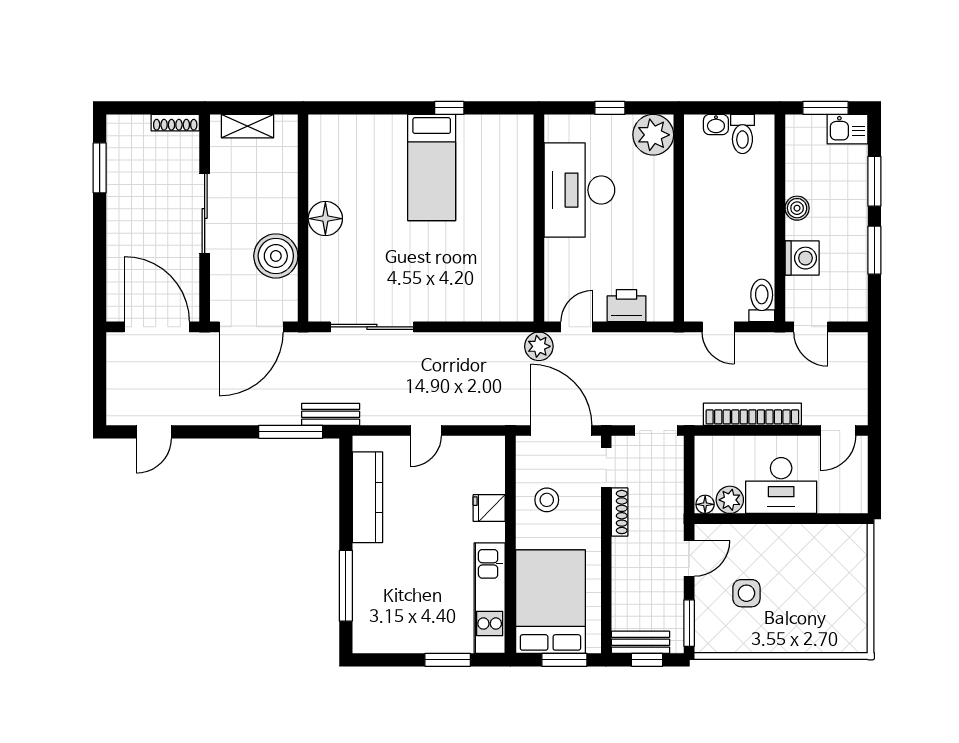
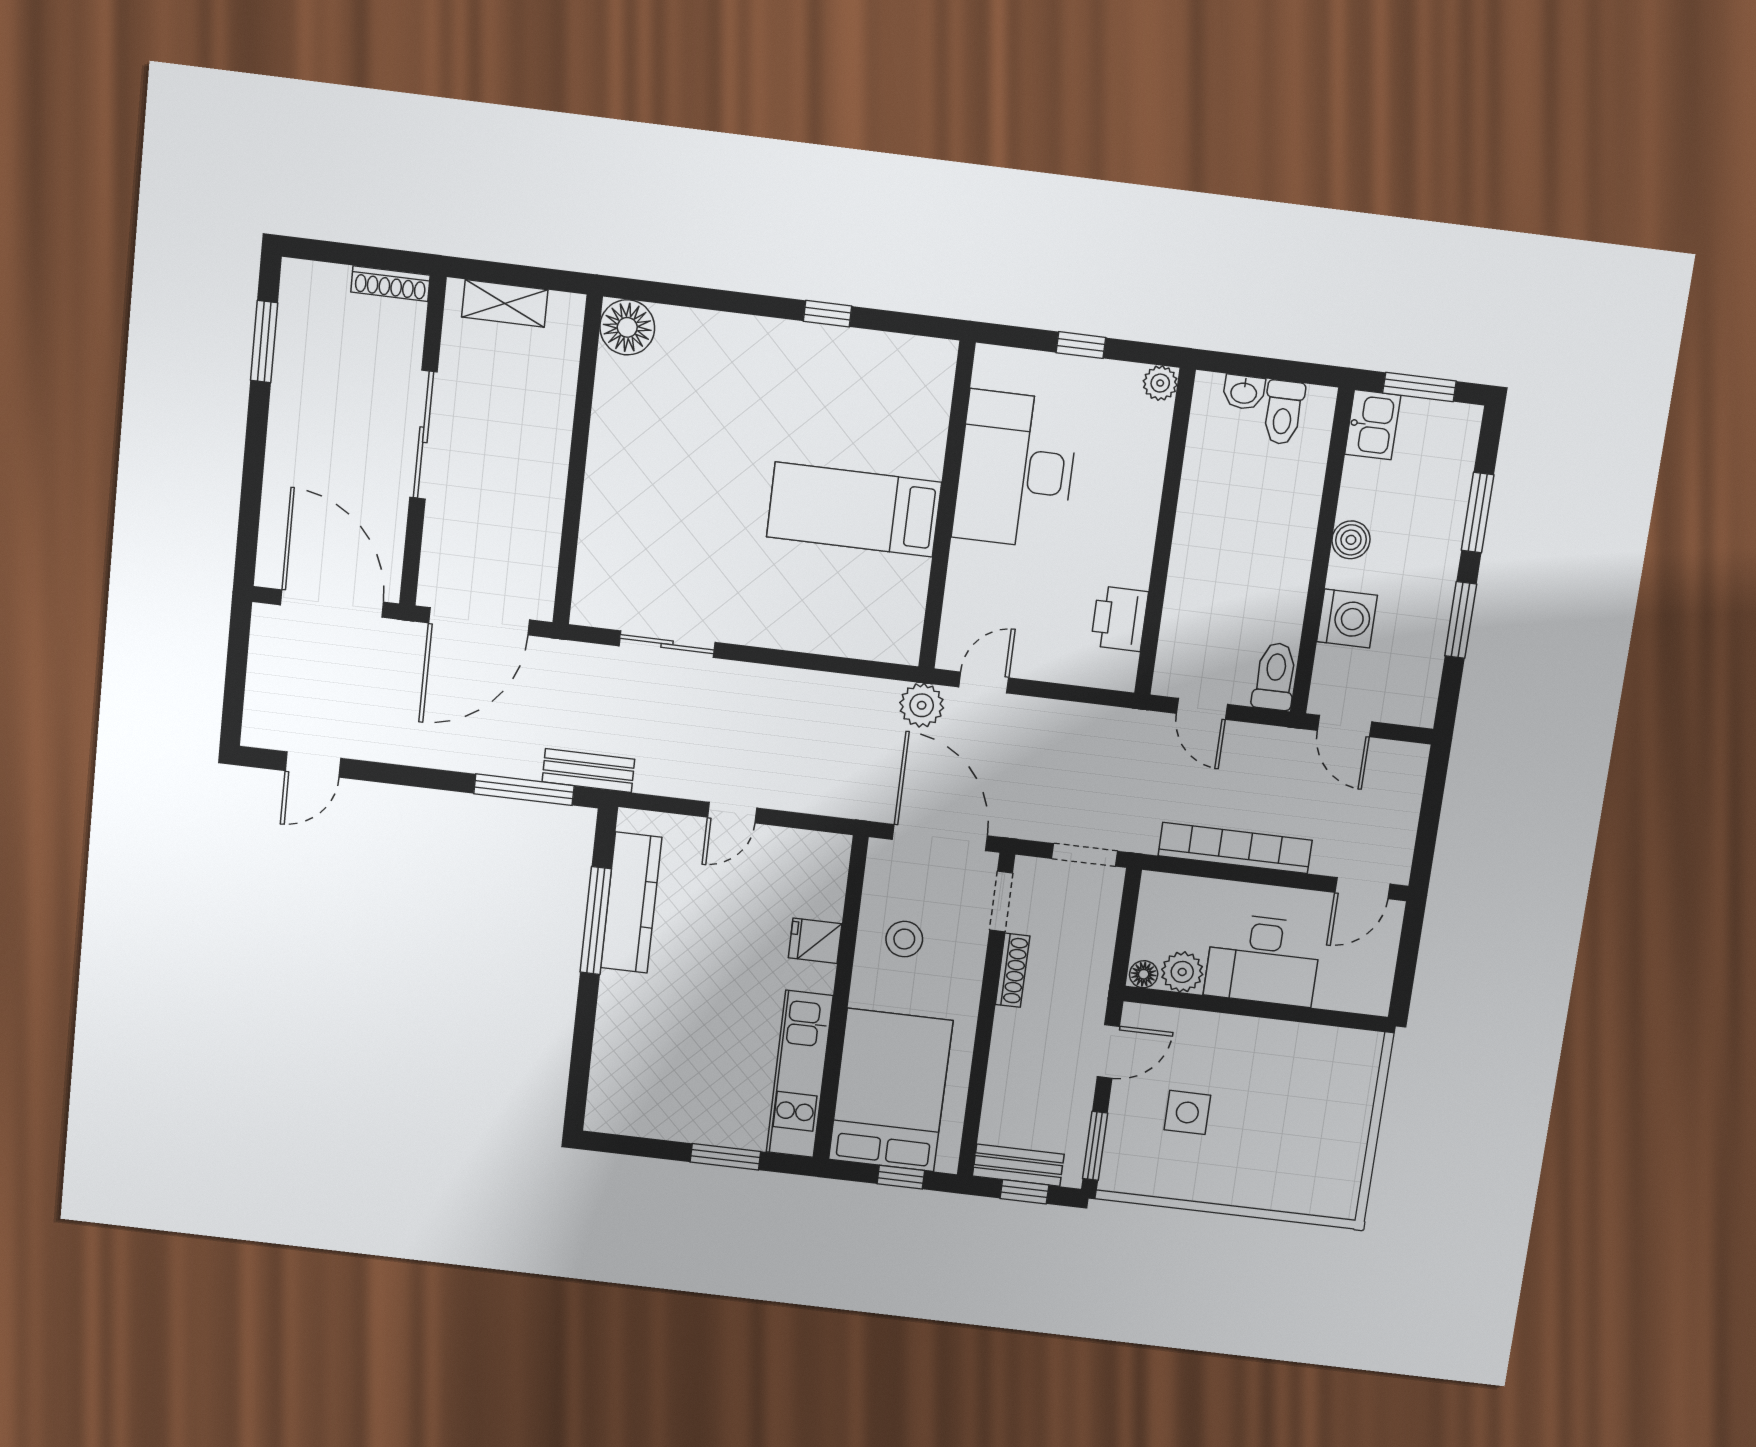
kitchen sink: (848, 129) -> (1373, 425), moved, turned -90
plant: (653, 135) -> (1160, 383), width x0.53, depth x0.53
bed: (432, 167) -> (854, 509), moved, turned 90
floor lamp: (325, 219) -> (627, 327), moved
boiler: (276, 256) -> (529, 515), removed
printer: (626, 306) -> (1119, 619), moved, turned -90
sliding door: (372, 327) -> (667, 644), width x0.73
window: (346, 586) -> (596, 921), moved
window: (564, 660) -> (901, 1177), width x0.67

